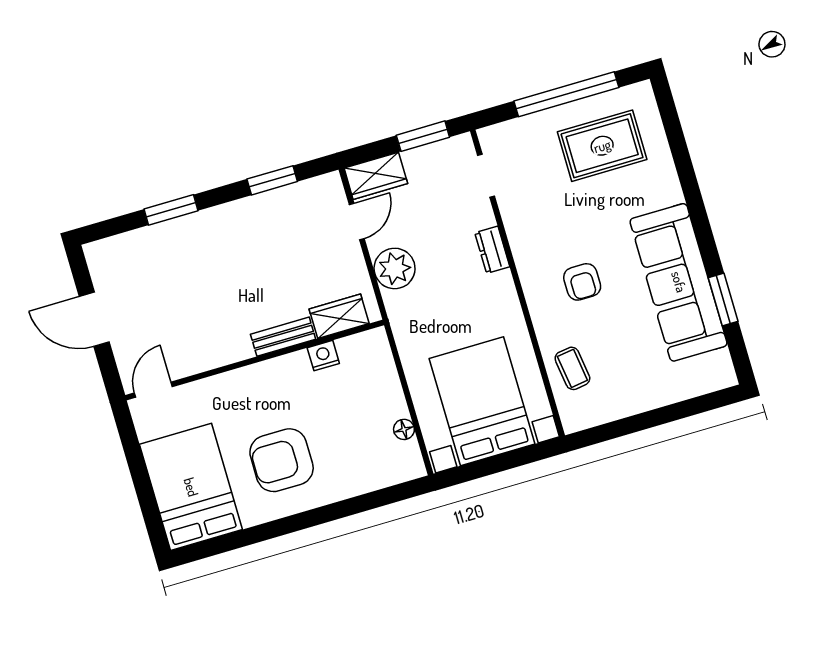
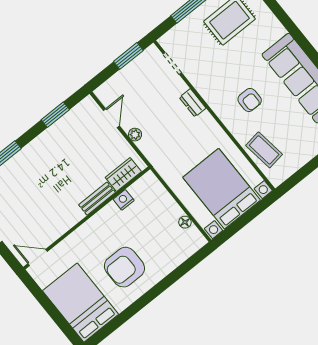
wardrobe: (376, 176) -> (111, 89), removed
plant: (395, 268) -> (135, 135), width x0.53, depth x0.53
coffee table: (572, 368) -> (264, 150), width x1.36, depth x1.30
door: (153, 390) -> (38, 257), hinge flipped

